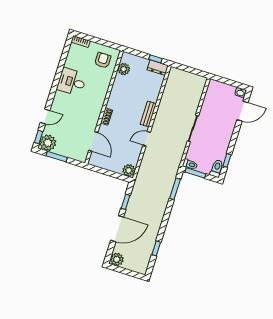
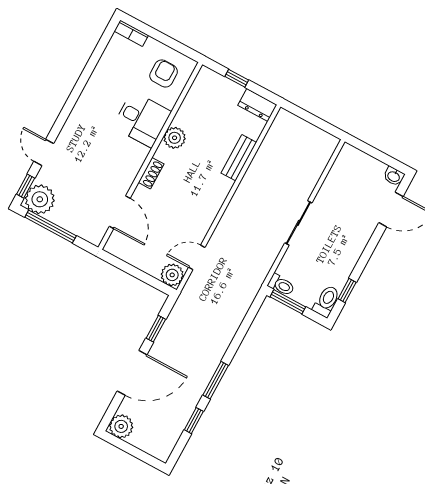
window: (155, 59) -> (237, 78), moved
plant: (124, 69) -> (175, 138), moved
desk: (72, 82) -> (142, 119), moved, turned 180
bench: (148, 114) -> (239, 158), moved
door: (45, 116) -> (44, 152), swing flipped
door: (147, 139) -> (197, 257), moved
window: (57, 157) -> (51, 227), width x1.44
window: (175, 189) -> (216, 380), moved

